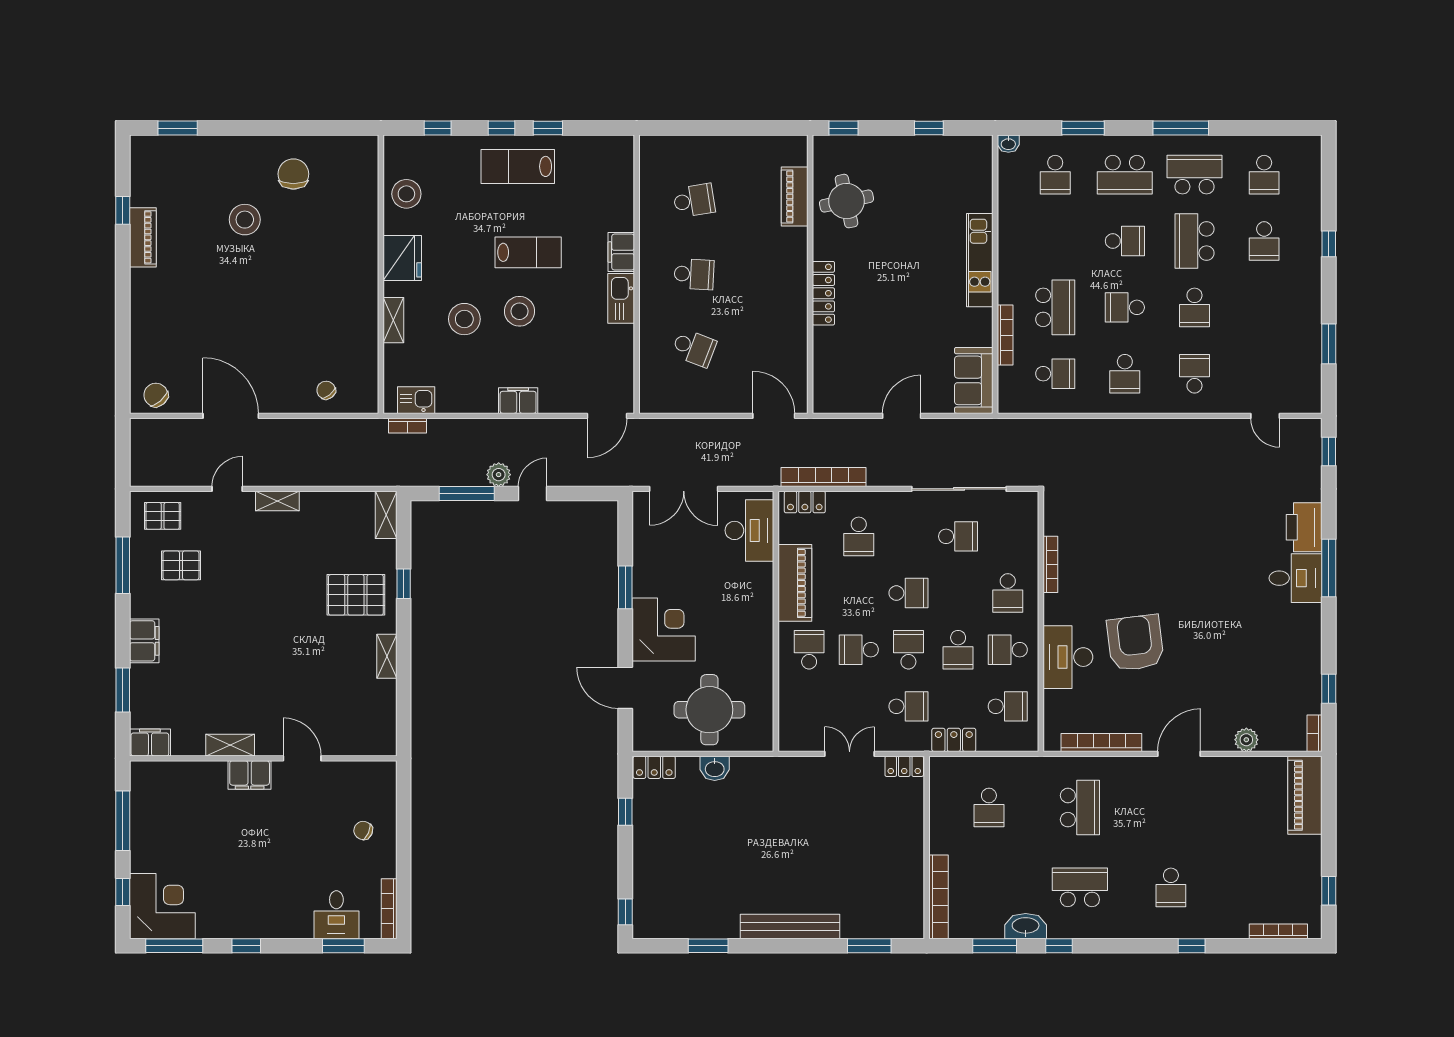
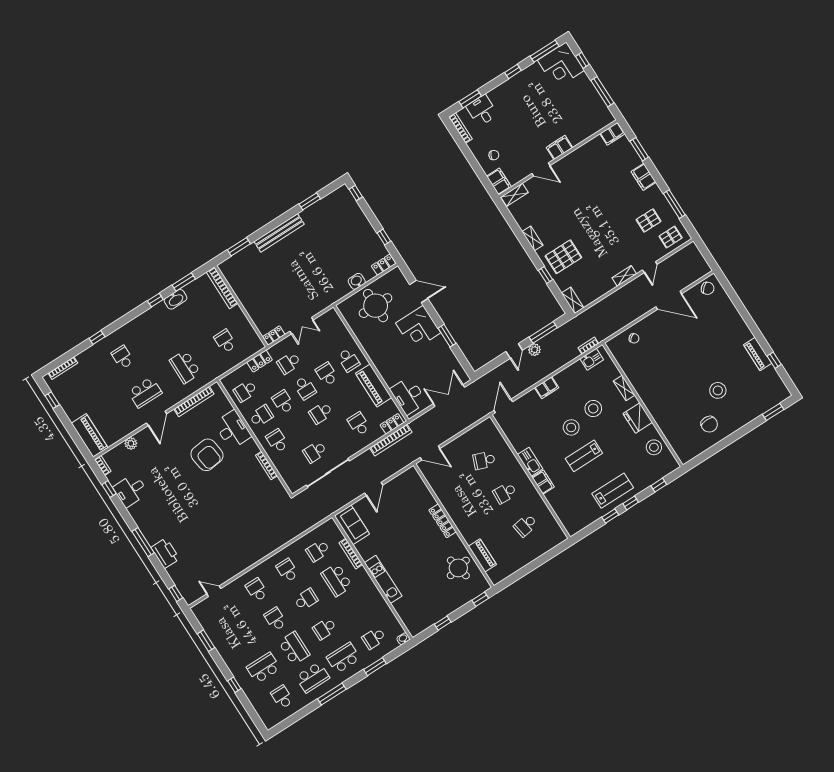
school desk: (1055, 175) -> (374, 638), turned -90
school desk: (1264, 241) -> (263, 668), width x1.85
school desk: (1194, 374) -> (257, 590), turned 180
desk: (1295, 578) -> (130, 490), moved
school desk: (859, 650) -> (327, 374), turned -90
shelving: (230, 745) -> (514, 195), moved
filing cabinet: (382, 782) -> (499, 182), added
school desk: (1080, 887) -> (145, 392), moved

